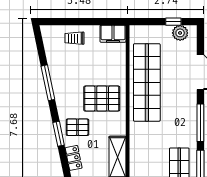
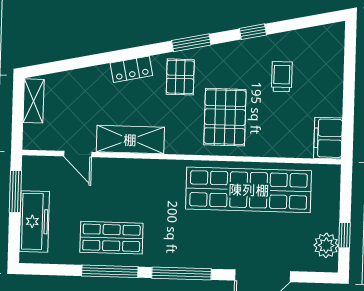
trolley: (74, 38) -> (282, 77), moved
window: (48, 83) -> (253, 32), width x0.46
window: (59, 134) -> (191, 43), moved

